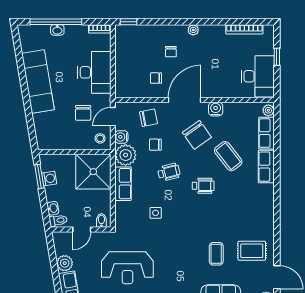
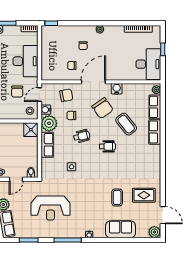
shower: (93, 172) -> (31, 130), width x0.54, depth x0.54

